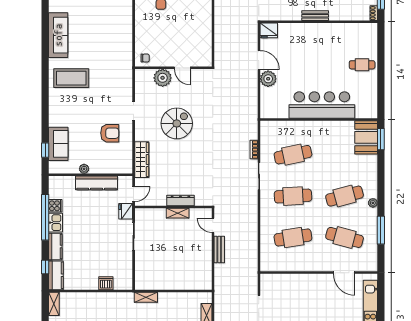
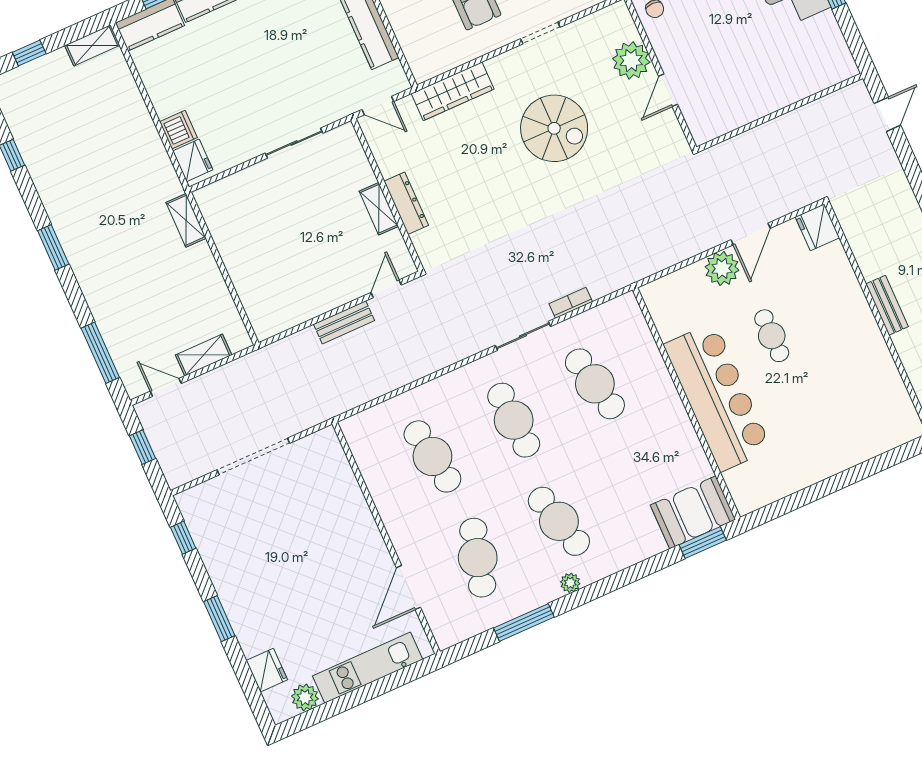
cafe table: (362, 65) -> (772, 336), moved
fridge: (126, 211) -> (193, 160), moved, turned 90

